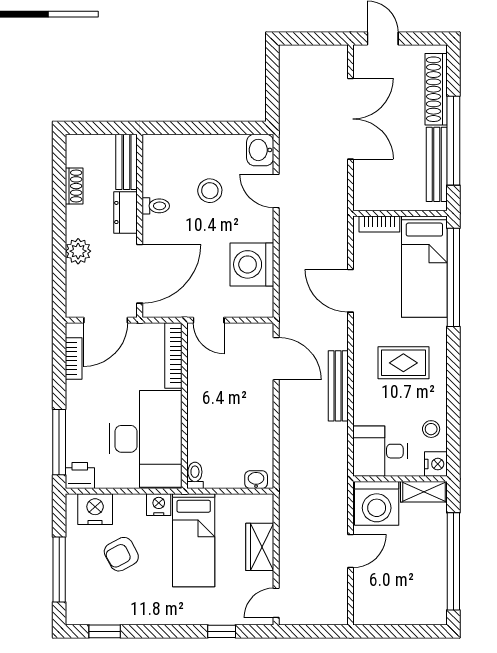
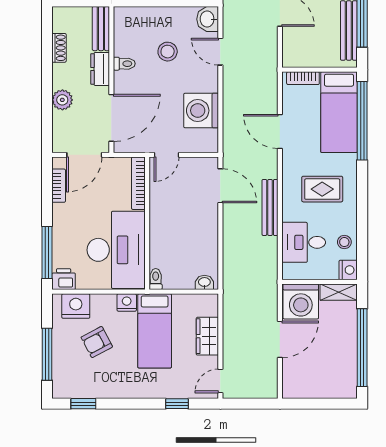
door: (209, 320) -> (166, 155), hinge flipped
desk: (380, 451) -> (304, 242), moved
door: (350, 551) -> (280, 339), width x1.38

